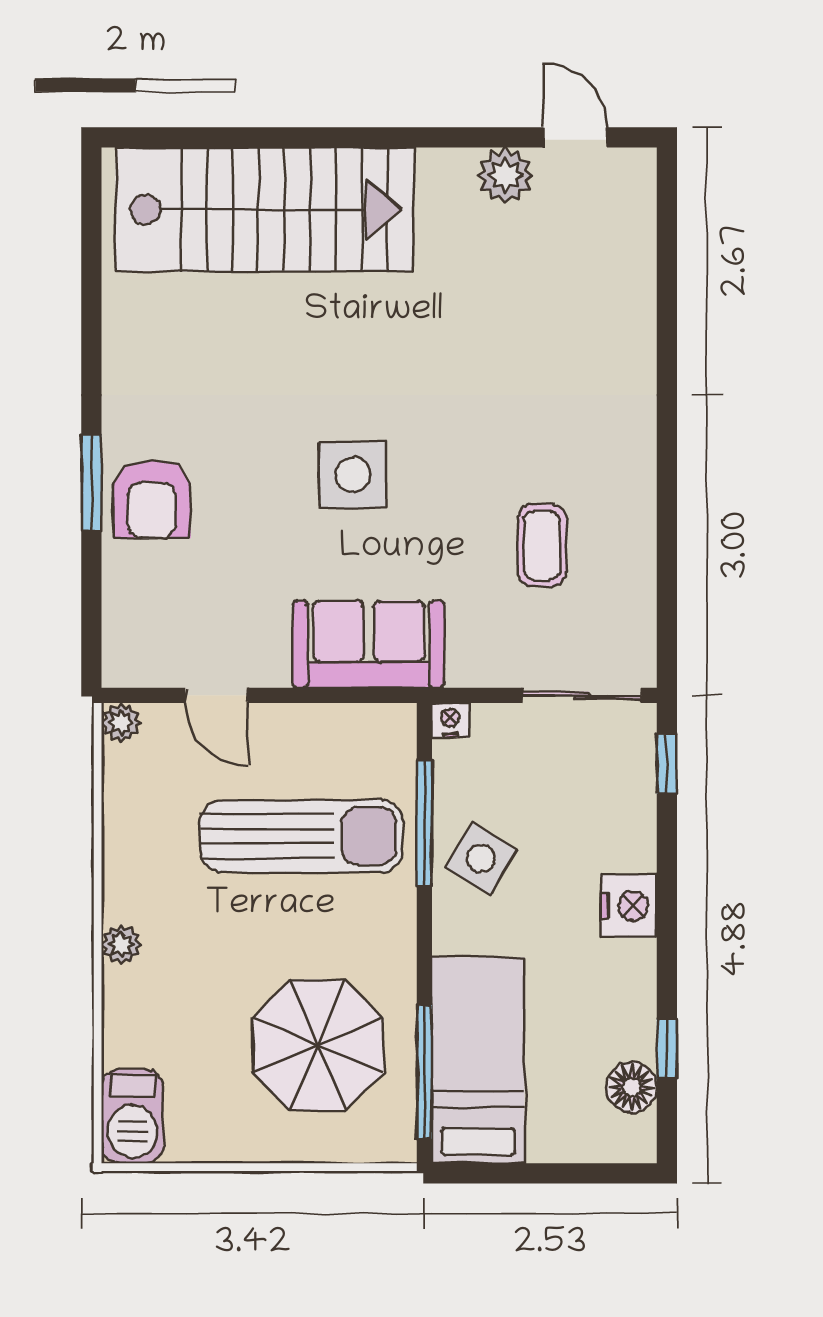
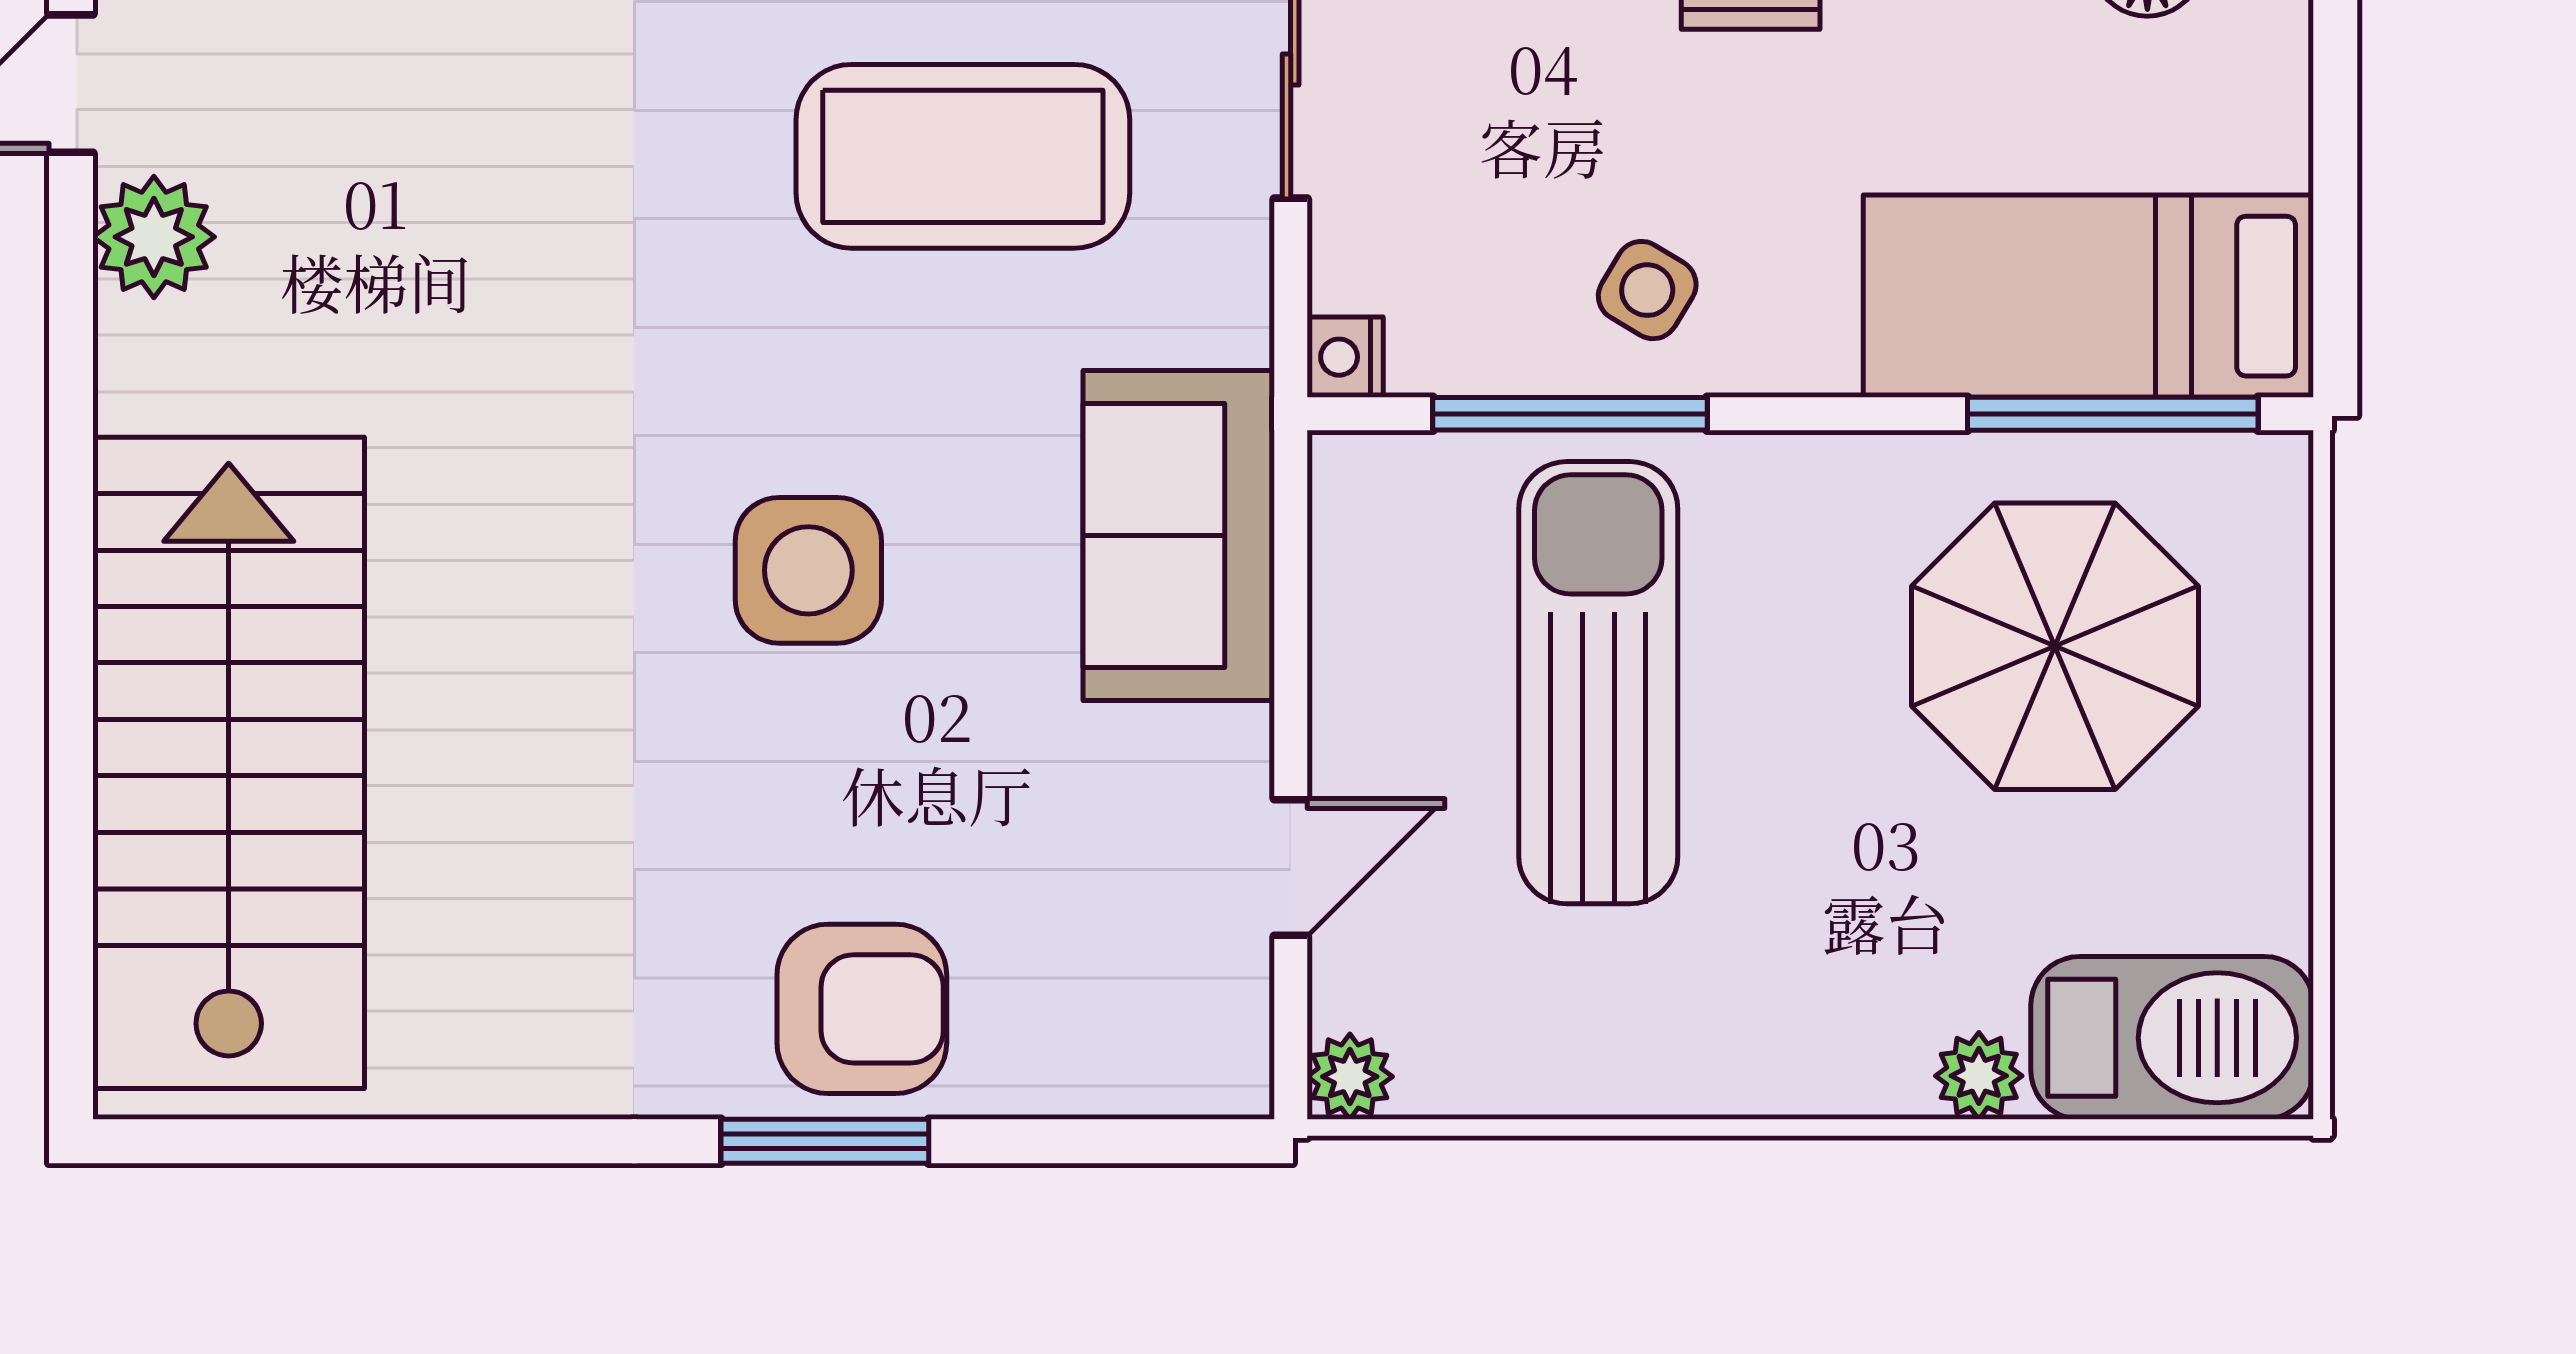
coffee table: (542, 545) -> (963, 156), width x1.86, depth x1.72
side table: (481, 859) -> (1647, 290), width x0.73, depth x0.73
plant: (121, 944) -> (1979, 1076), moved
barbecue: (132, 1116) -> (2172, 1038), width x1.37, depth x1.21

